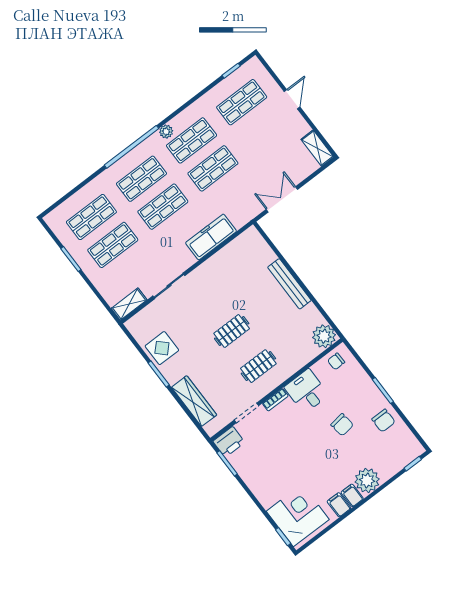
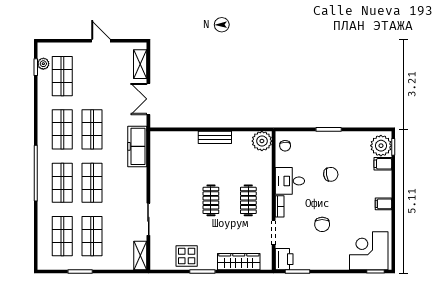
door: (292, 99) -> (101, 41), moved
plant: (166, 132) -> (43, 64), moved
shelving: (317, 148) -> (140, 64), moved, turned 90
freezer: (211, 237) -> (137, 146), moved
bench: (289, 284) -> (215, 137), width x0.73
chair: (383, 421) -> (322, 224), moved, turned 90
plant: (367, 480) -> (381, 146), moved
filing cabinet: (339, 505) -> (383, 164), moved

